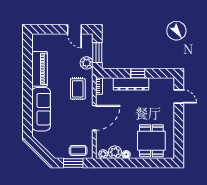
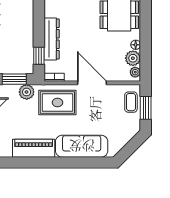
window: (138, 73) -> (39, 56), moved
rug: (78, 89) -> (57, 103), width x1.36, depth x1.43

